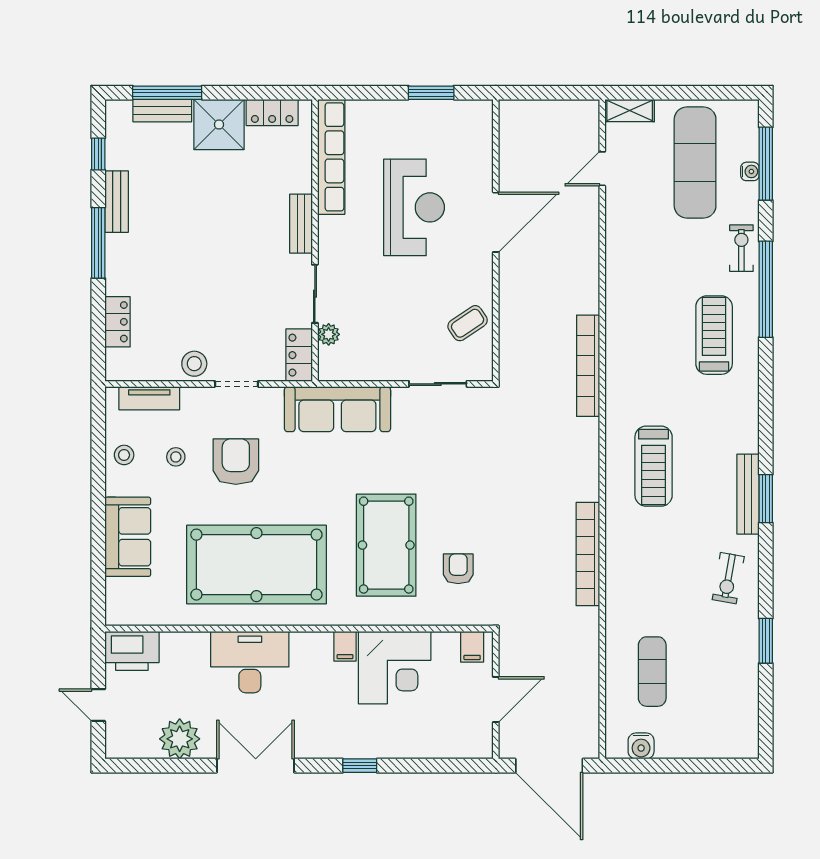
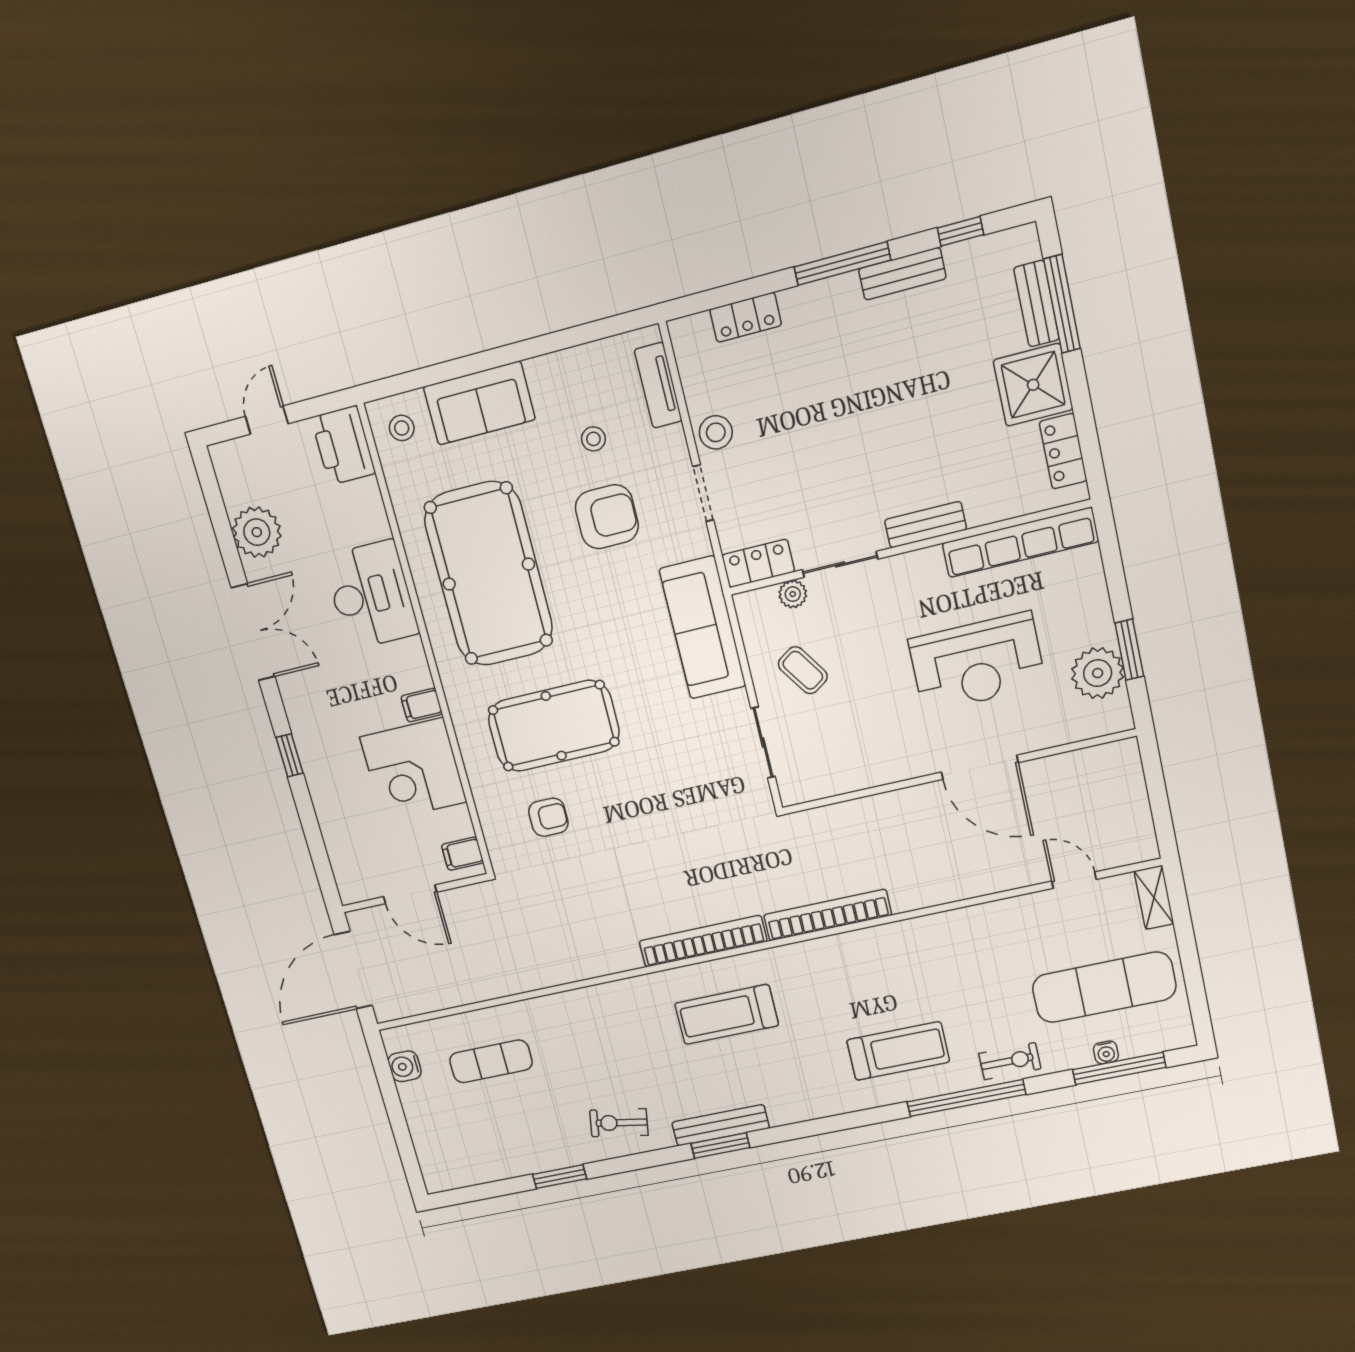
plant: (443, 119) -> (1098, 673), added
coffee table: (468, 323) -> (803, 670), moved
stool: (124, 455) -> (402, 428), moved
bookcase: (588, 554) -> (703, 941), moved

